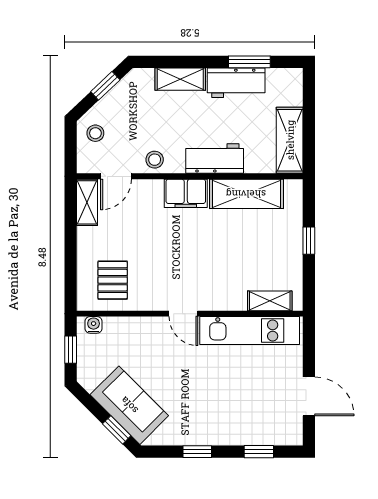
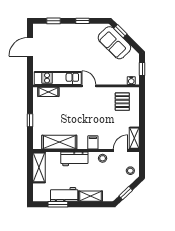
filing cabinet: (186, 193) -> (93, 142), width x0.50
door: (309, 396) -> (30, 47), hinge flipped

